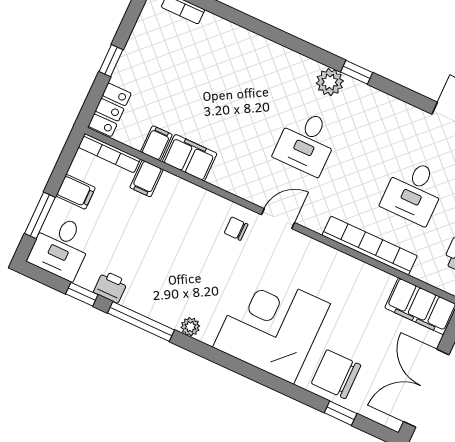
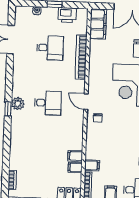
window: (357, 72) -> (8, 109), moved
filing cabinet: (190, 158) -> (75, 156), width x0.50

